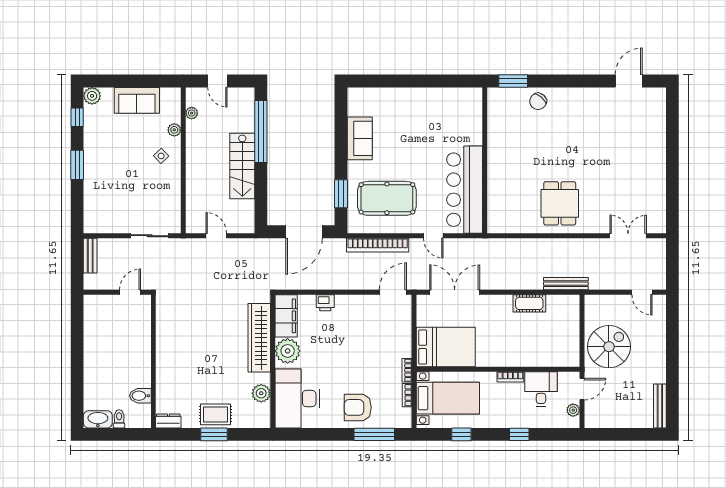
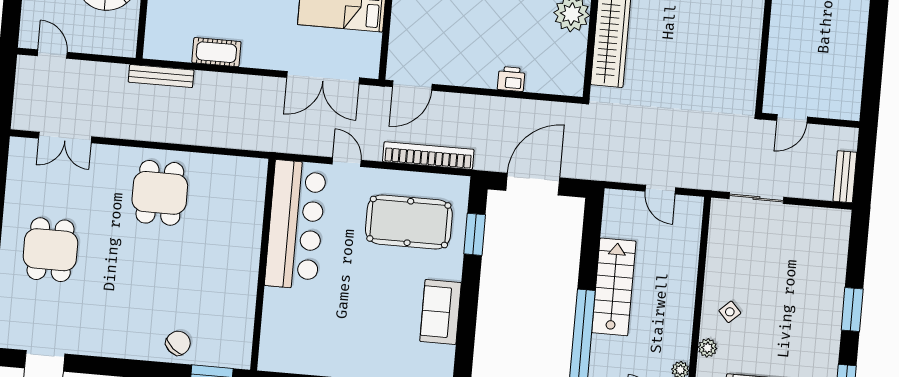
dining table: (631, 158) -> (50, 250), added
filing cabinet: (286, 316) -> (569, 65), removed

